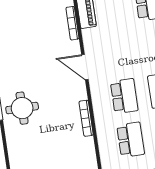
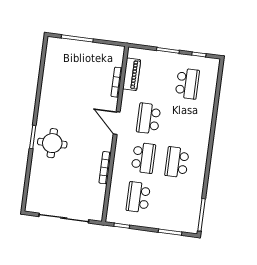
school desk: (118, 52) -> (149, 119), added
school desk: (131, 140) -> (138, 197), turned 180

